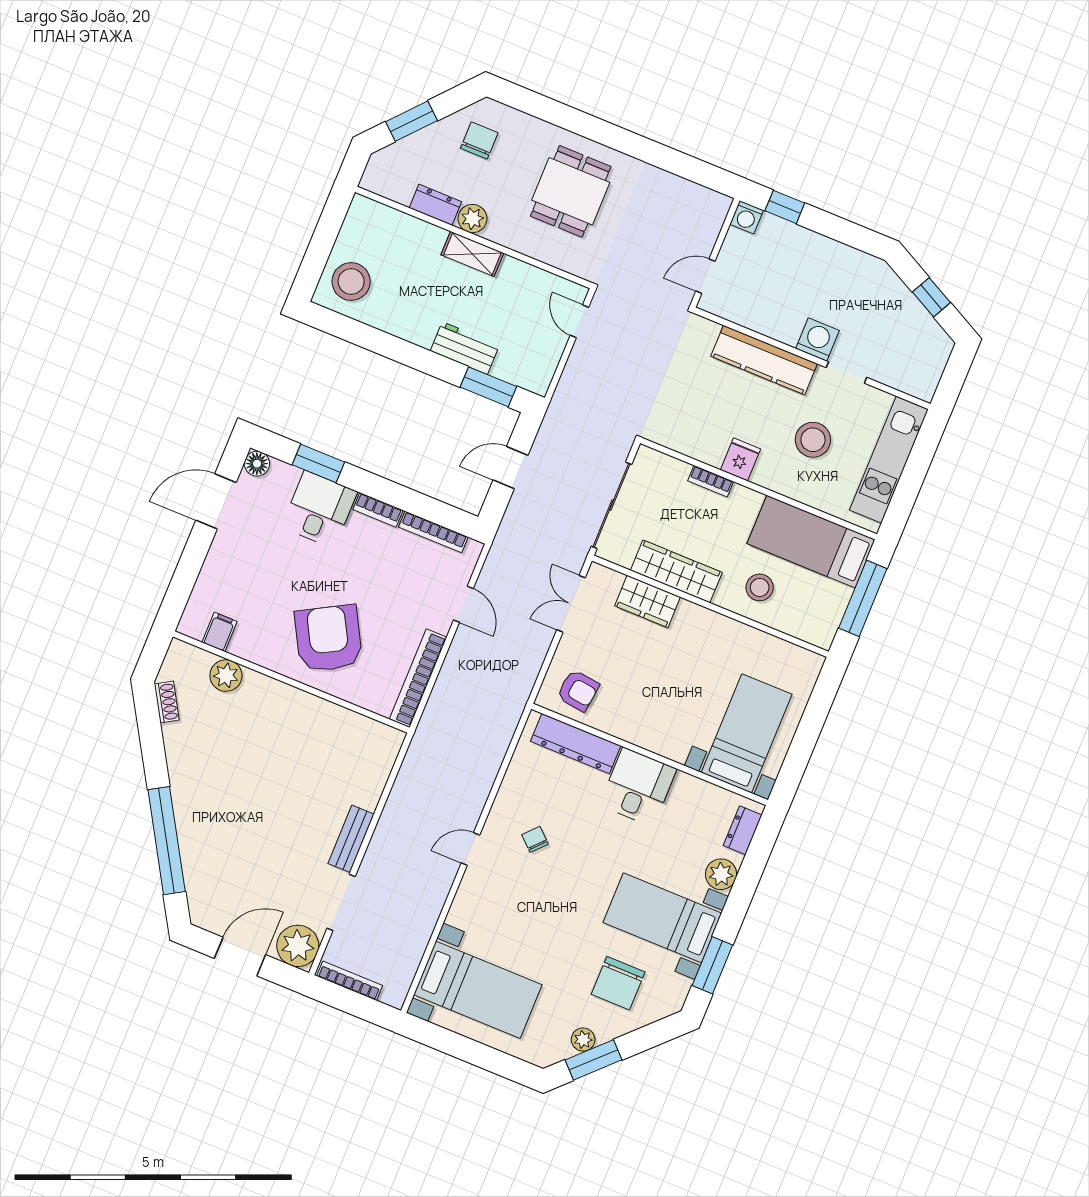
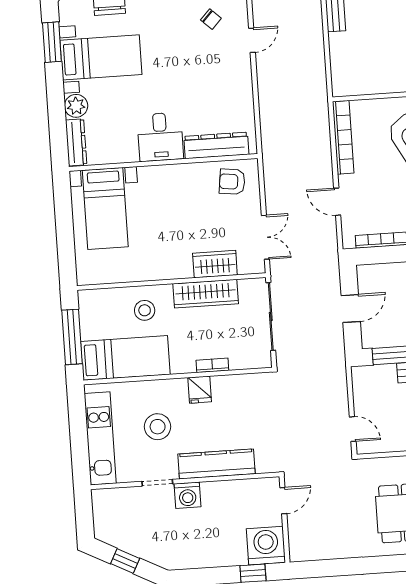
washing machine: (747, 217) -> (266, 546), width x1.89, depth x1.89
dresser: (743, 830) -> (76, 142), width x1.44
chair: (535, 839) -> (211, 19), moved

